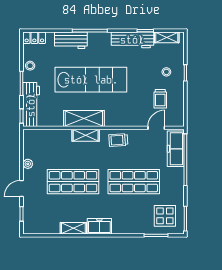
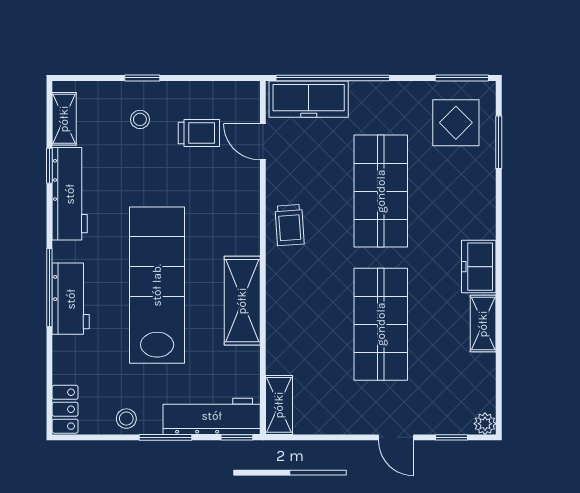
workbench: (71, 40) -> (71, 299), moved
shelving: (86, 135) -> (279, 405), moved
plant: (28, 164) -> (485, 424), moved

